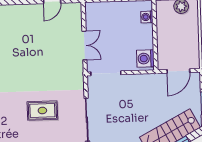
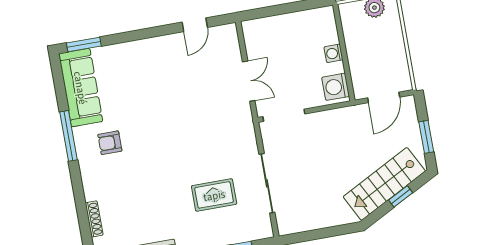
washing machine: (147, 17) -> (333, 53), moved
rug: (42, 111) -> (214, 195), moved

